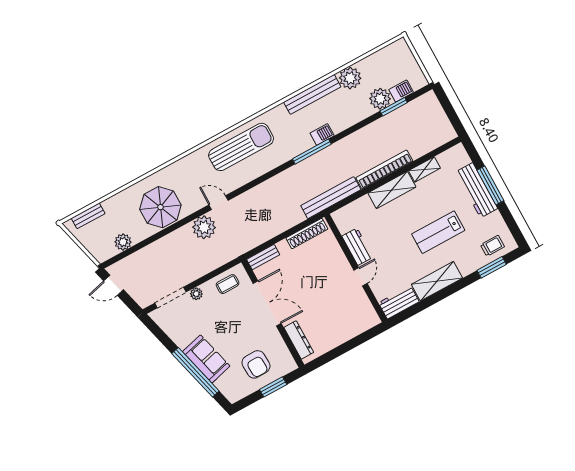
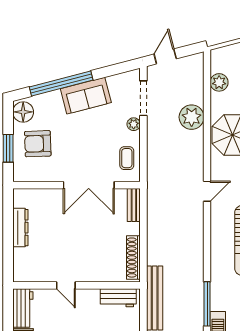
plant: (204, 227) -> (192, 117), moved
workbench: (357, 247) -> (118, 298), moved
door: (114, 285) -> (165, 56), moved
dresser: (299, 340) -> (20, 228), moved, turned -90
sofa: (206, 359) -> (86, 96), moved
floor lamp: (236, 391) -> (23, 112), added

